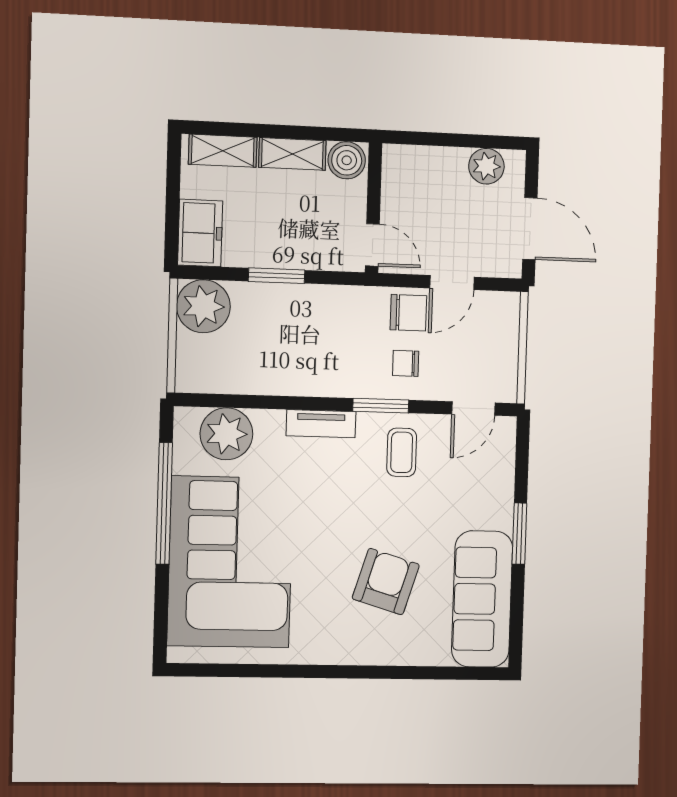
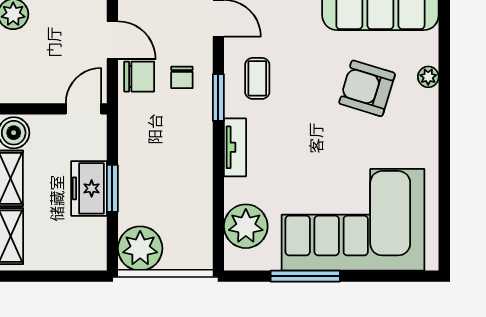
freezer: (200, 233) -> (89, 188), moved, turned -90
chair: (408, 313) -> (139, 77), turned 90
coffee table: (402, 452) -> (257, 78), turned 90
window: (164, 503) -> (305, 276), width x0.68
plant: (397, 654) -> (428, 77), added

